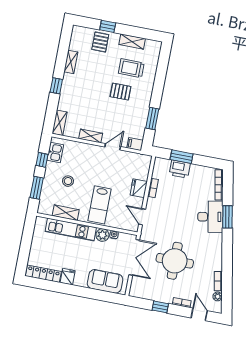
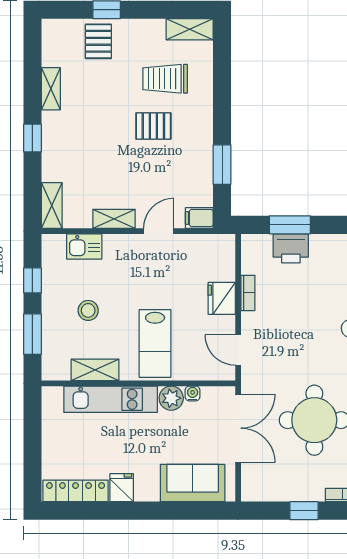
shelving: (132, 42) -> (190, 29), moved
kitchen sink: (55, 152) -> (84, 246), moved, turned 90

